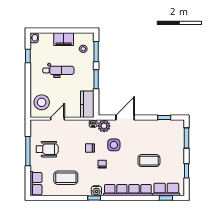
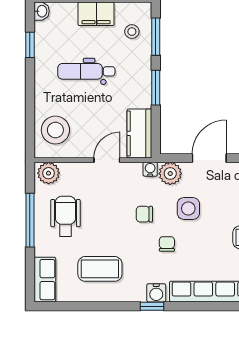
dental chair: (58, 70) -> (86, 71), turned 180
door: (58, 119) -> (107, 160), moved
plant: (38, 126) -> (49, 173), added
wheelchair: (47, 149) -> (65, 216), turned -90

